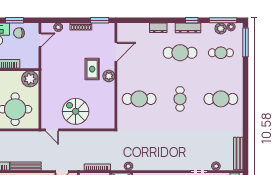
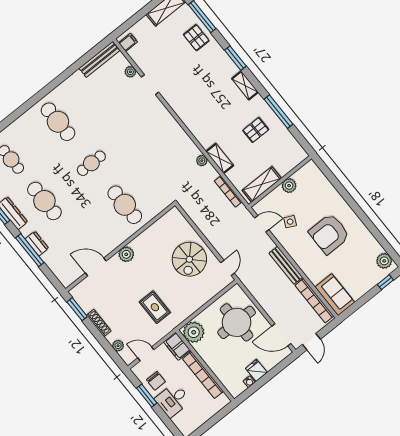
window: (158, 20) -> (30, 250), added
filing cabinet: (30, 62) -> (177, 346), added
rug: (92, 69) -> (155, 307), moved, turned 90

